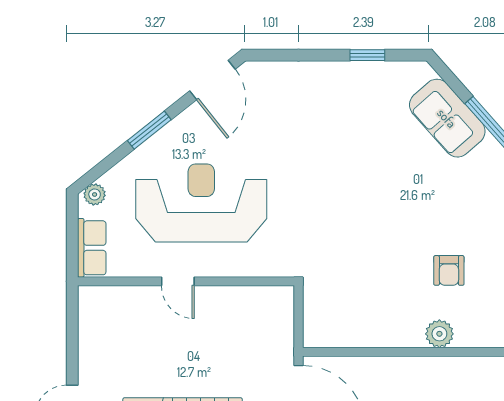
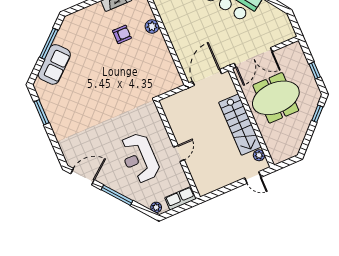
window: (367, 55) -> (41, 112), width x1.50
window: (149, 130) -> (117, 195), width x1.44
reception desk: (201, 203) -> (139, 158), width x0.74, depth x0.77

